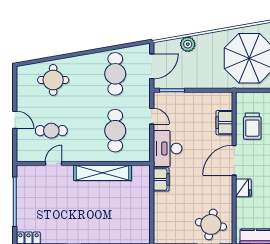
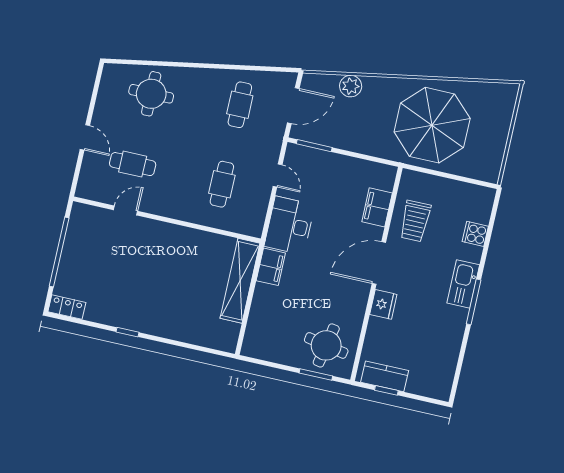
cafe table: (115, 74) -> (240, 105), width x0.73, depth x0.74
cafe table: (115, 131) -> (222, 184), width x0.73, depth x0.74
shelving: (102, 173) -> (240, 281), moved, turned 90

